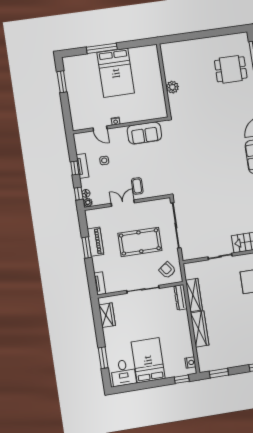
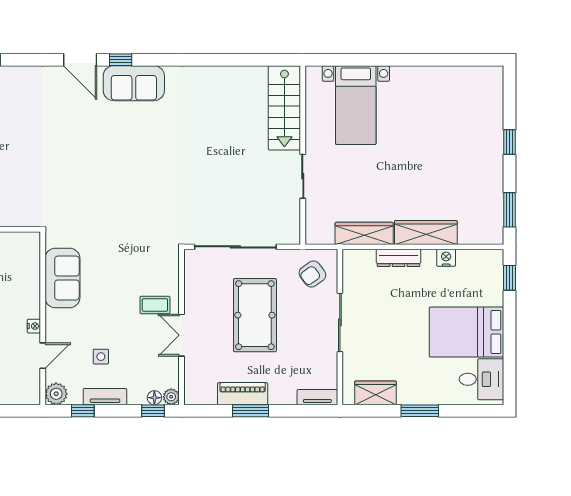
plant: (80, 139) -> (56, 394), added
window: (75, 168) -> (83, 411), moved
dresser: (180, 297) -> (399, 258), moved
window: (103, 358) -> (420, 411), moved
nightstand: (190, 363) -> (446, 258), moved

